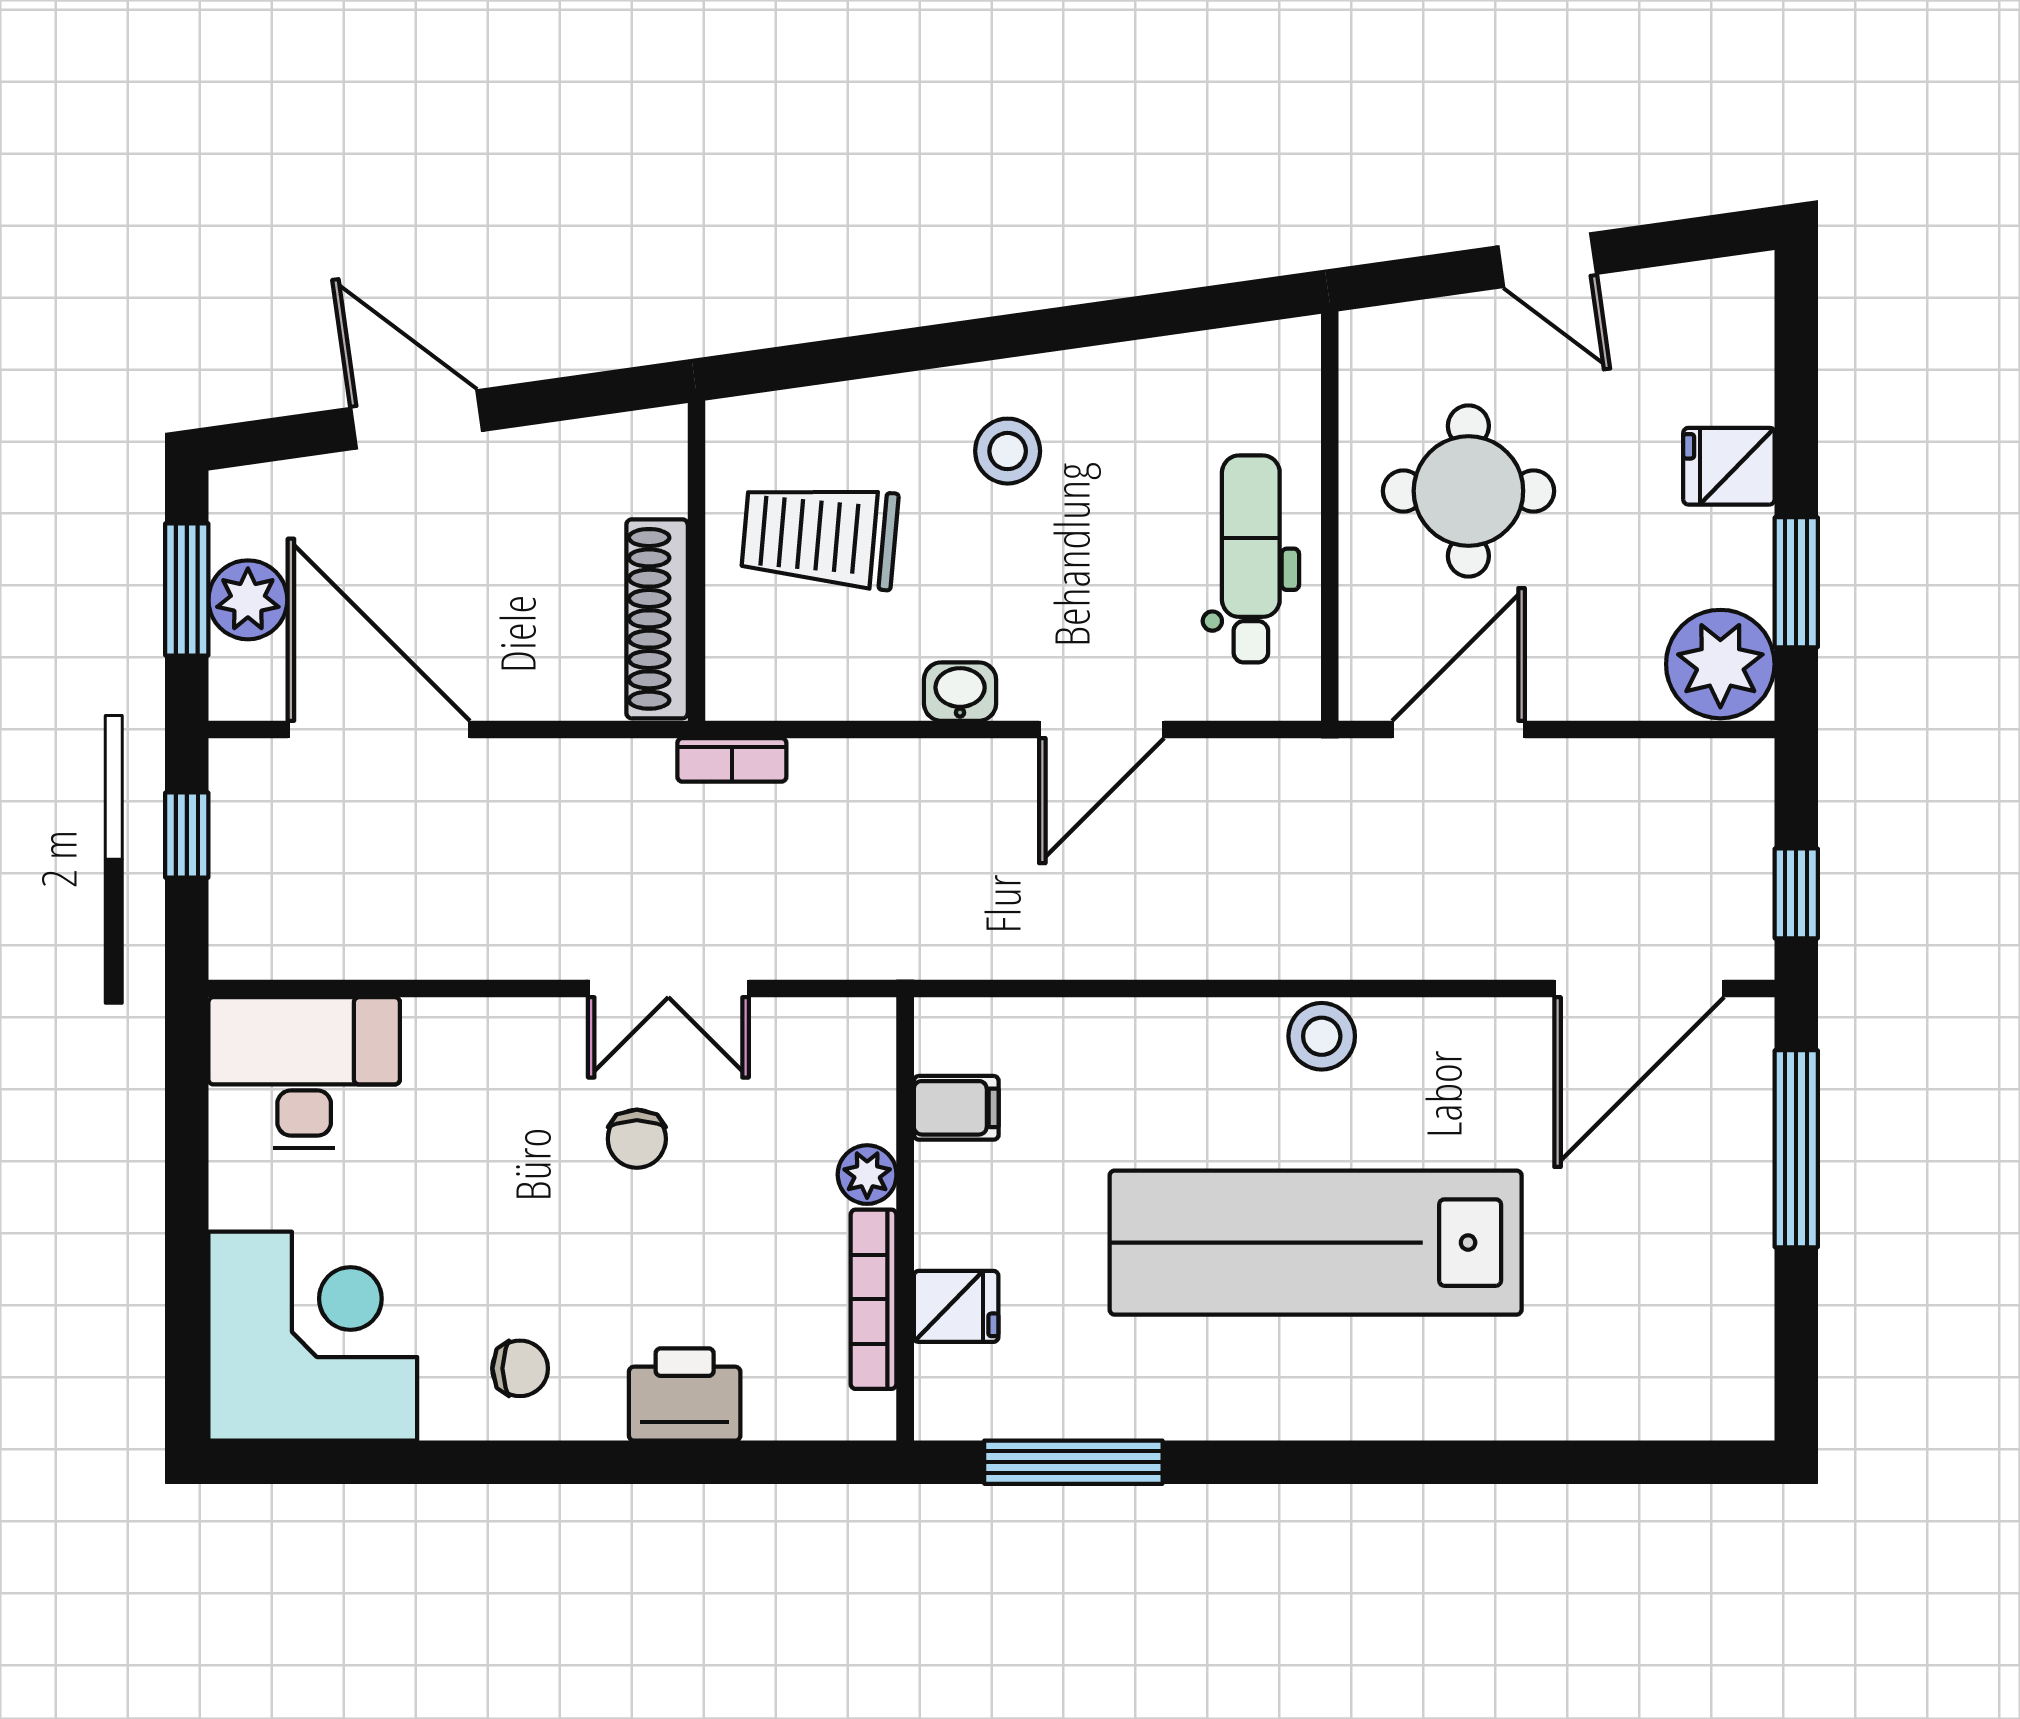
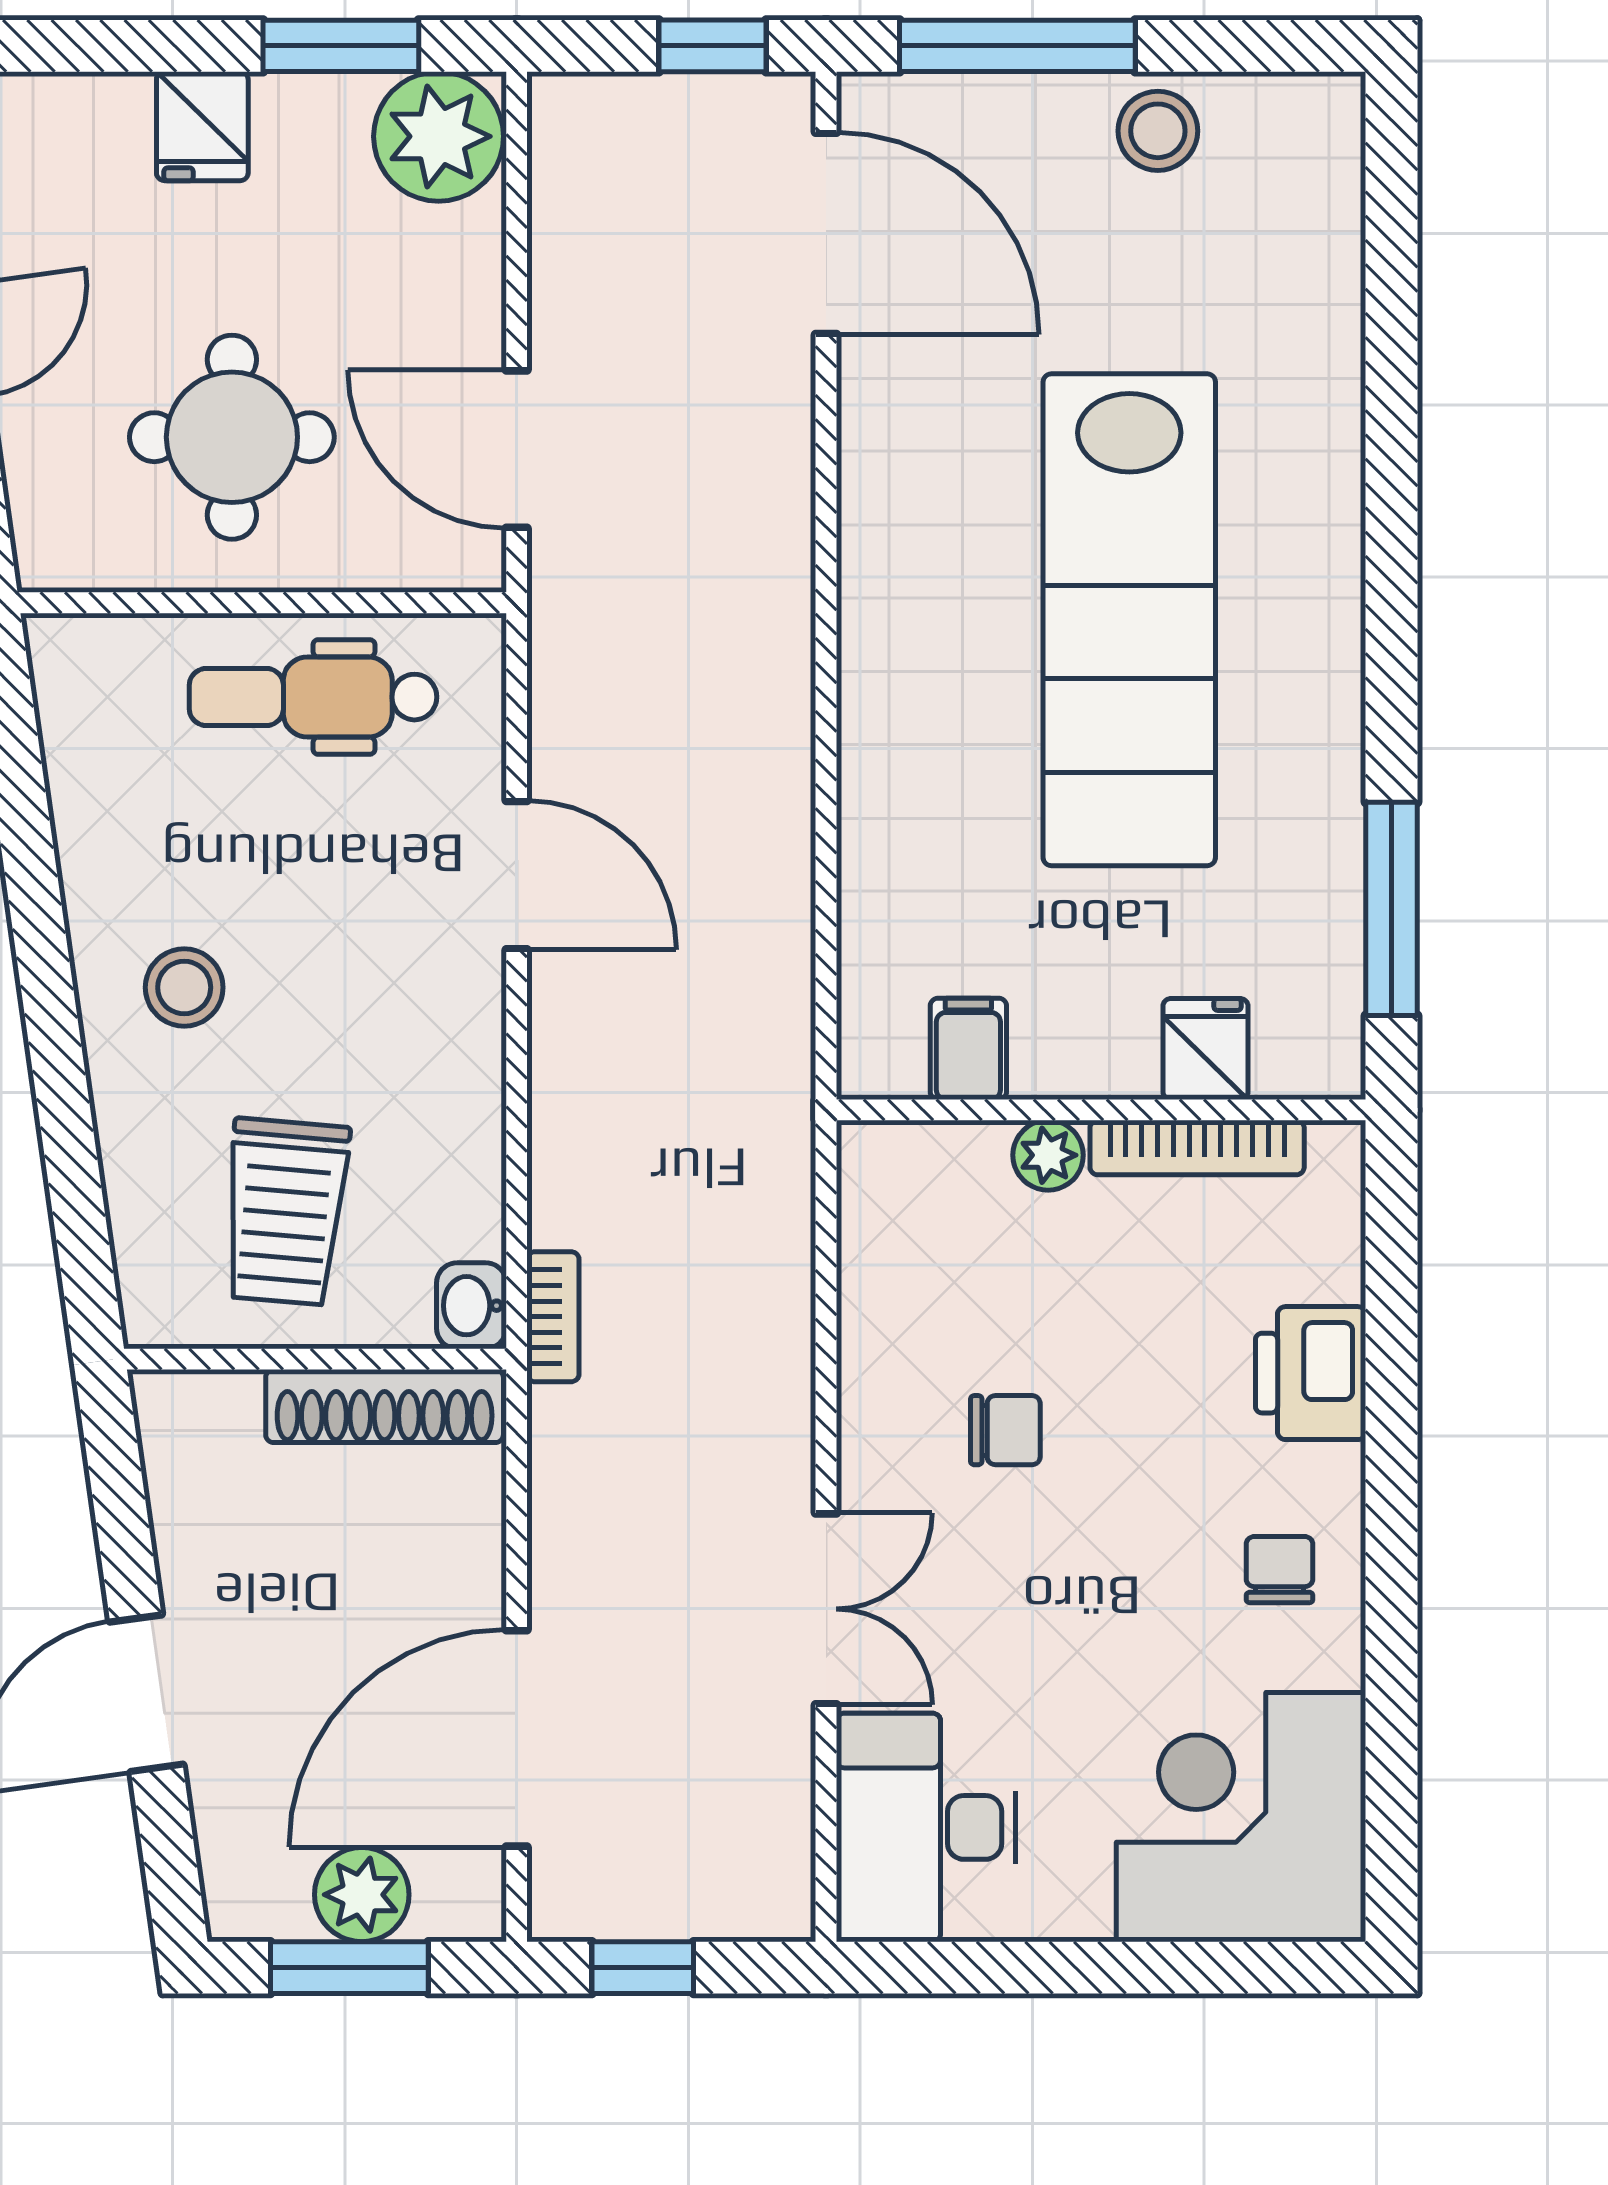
washbasin: (960, 692) -> (471, 1306), moved
double door: (668, 989) -> (826, 1609), moved
stool: (1322, 1036) -> (1158, 131), moved

